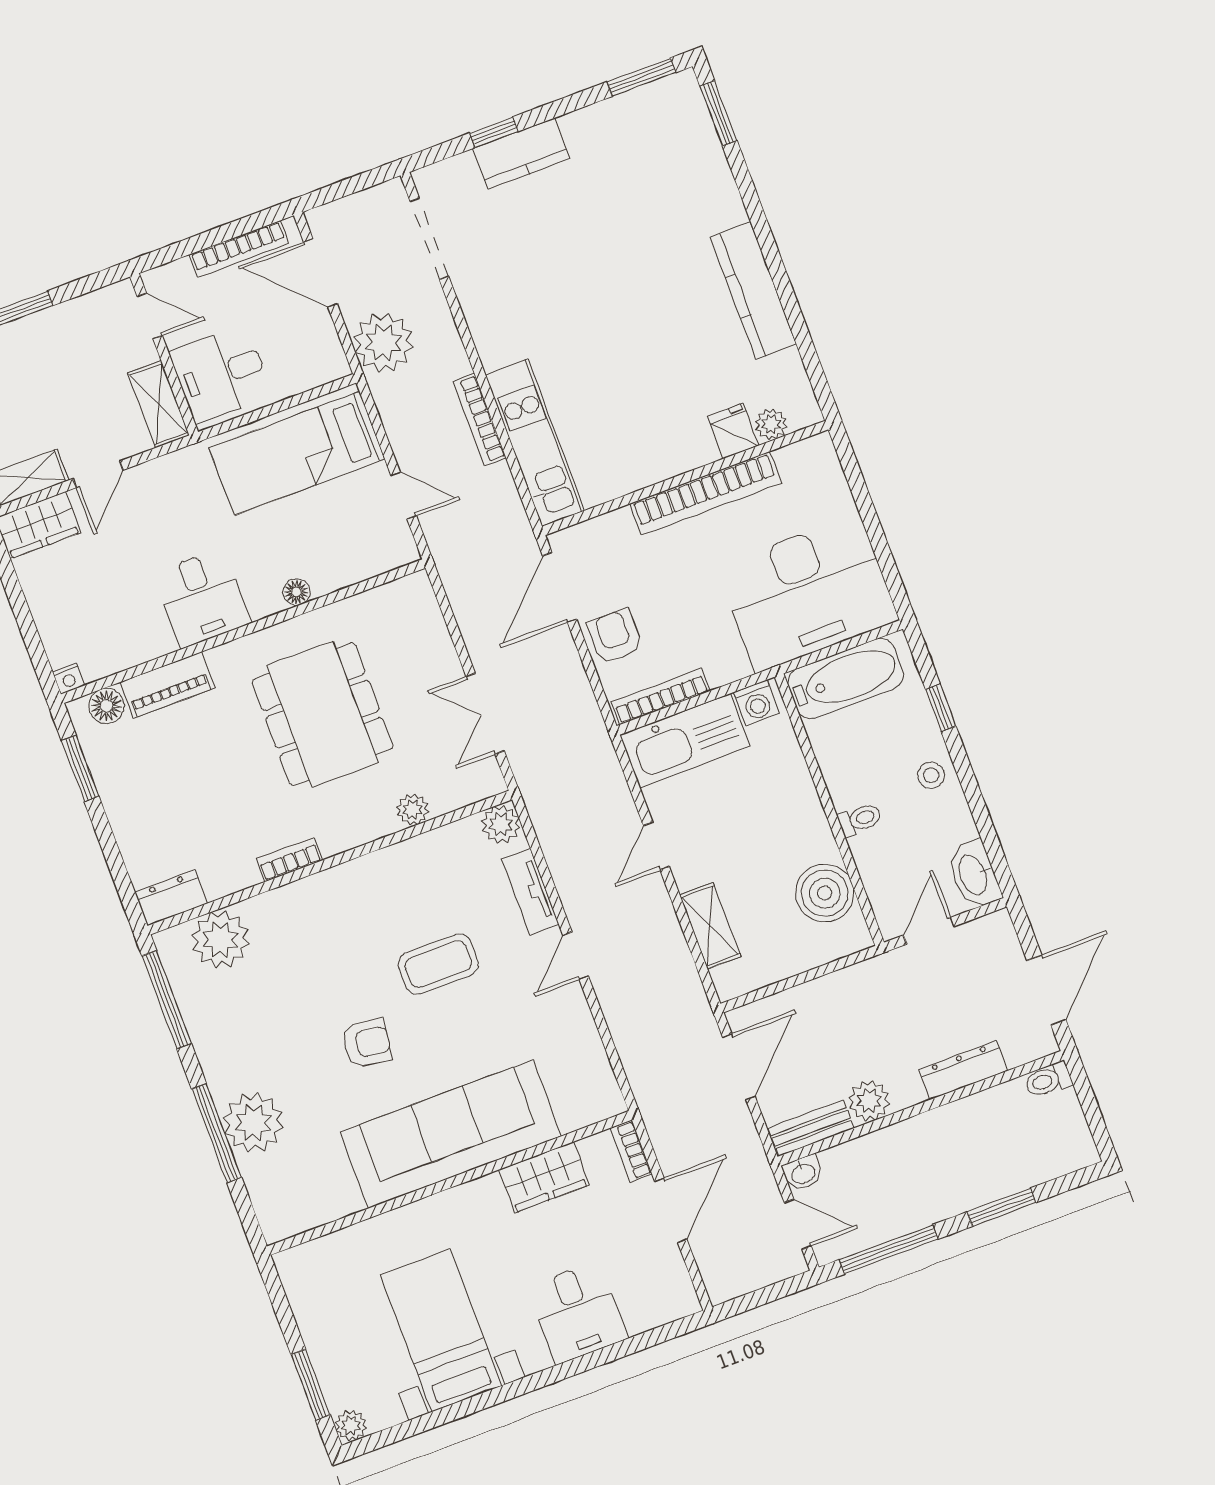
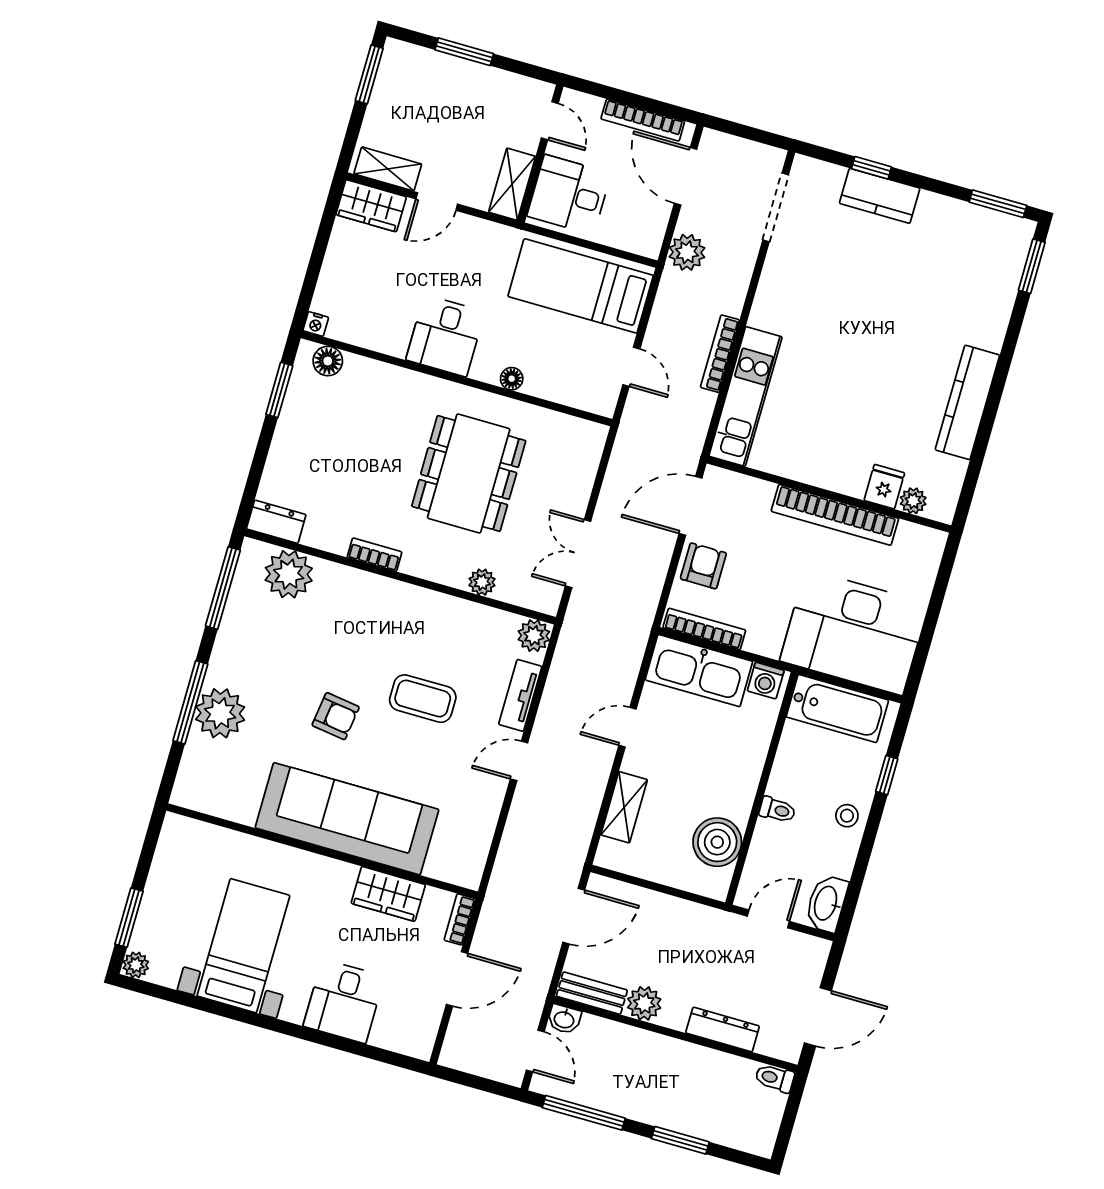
plant: (383, 342) -> (687, 252), width x0.73, depth x0.73
piano: (167, 685) -> (379, 377), removed

